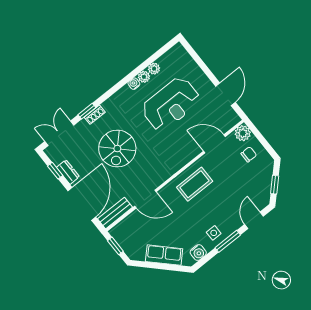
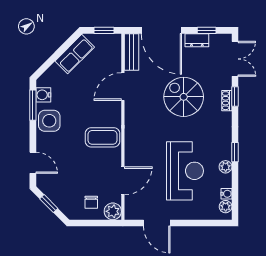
plant: (154, 69) -> (226, 207), moved
window: (128, 78) -> (235, 152), added
water cooler: (134, 84) -> (227, 194), moved
reception desk: (171, 104) -> (185, 171), turned 180
coffee table: (195, 184) -> (103, 137), turned 90
side table: (214, 233) -> (49, 121), width x1.87, depth x1.87
window: (228, 241) -> (33, 105), moved
row of seats: (164, 255) -> (75, 54), moved

